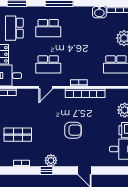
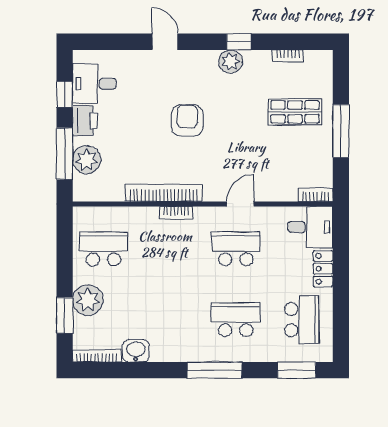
armchair: (73, 130) -> (187, 121), turned 90

